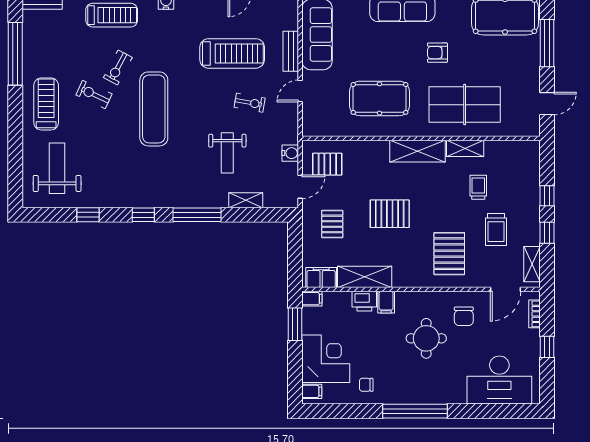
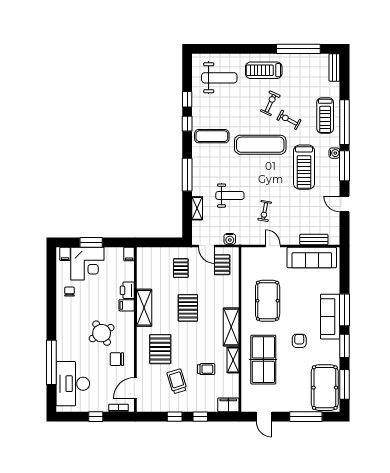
bench: (291, 51) -> (314, 239), moved
treadmill: (232, 53) -> (304, 167), moved
treadmill: (46, 104) -> (264, 70), turned 180
weight bench: (227, 153) -> (230, 196), turned 180
exercise mat: (141, 179) -> (212, 136), added
window: (143, 215) -> (187, 124), moved
pallet: (332, 224) -> (181, 268), turned 90
trolley: (496, 229) -> (177, 381), turned 73
pallet: (449, 254) -> (160, 349), turned 90
shelving: (532, 264) -> (153, 406), removed
shelving: (365, 277) -> (144, 308), moved
filing cabinet: (321, 278) -> (228, 405), moved, turned -90
door: (506, 289) -> (135, 388), hinge flipped
window: (295, 324) -> (91, 242), moved
round table: (426, 338) -> (102, 333), turned -31
window: (415, 411) -> (51, 362), moved

